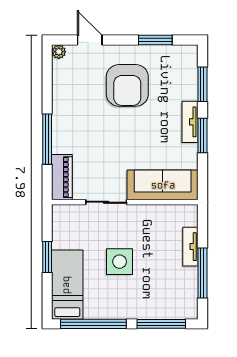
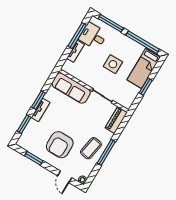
armchair: (127, 85) -> (60, 145), turned 180
coffee table: (75, 109) -> (91, 148), added
window: (47, 139) -> (106, 152), moved
desk: (177, 287) -> (93, 36), added

